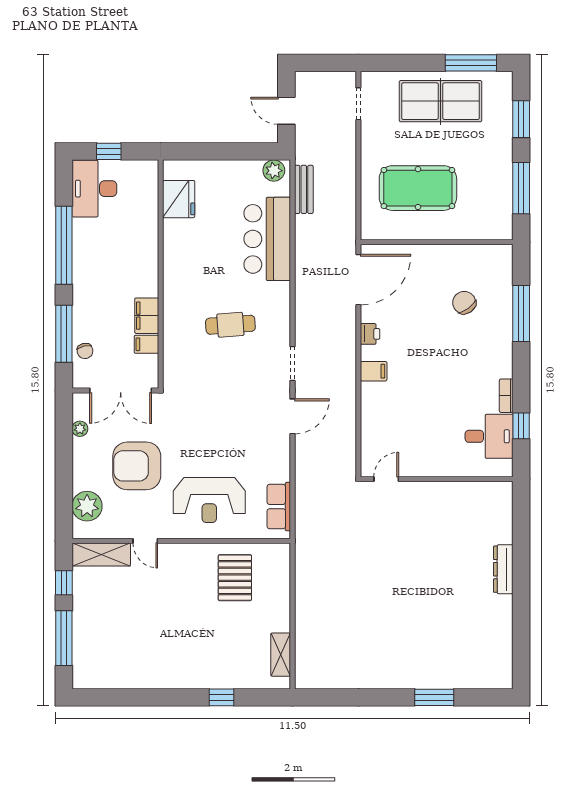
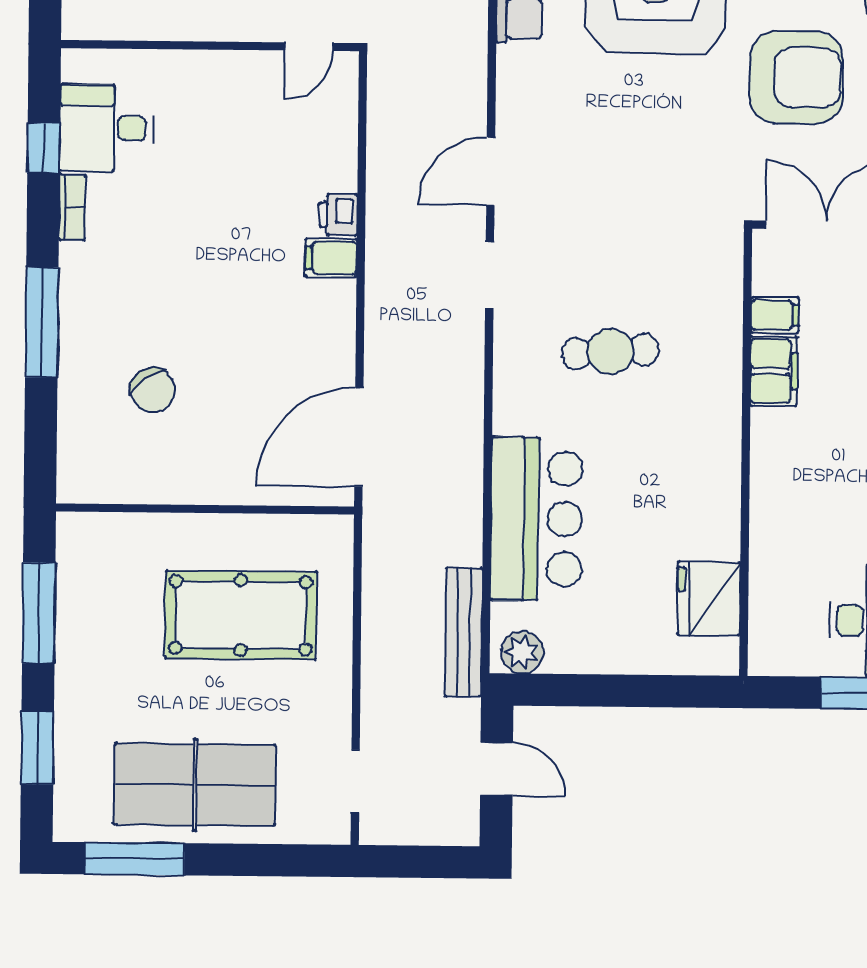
bench: (304, 189) -> (464, 632), width x1.36
window: (521, 313) -> (42, 322), moved
printer: (370, 334) -> (338, 215), moved

